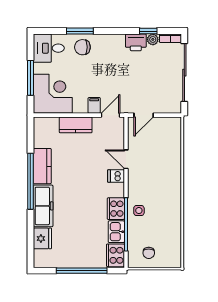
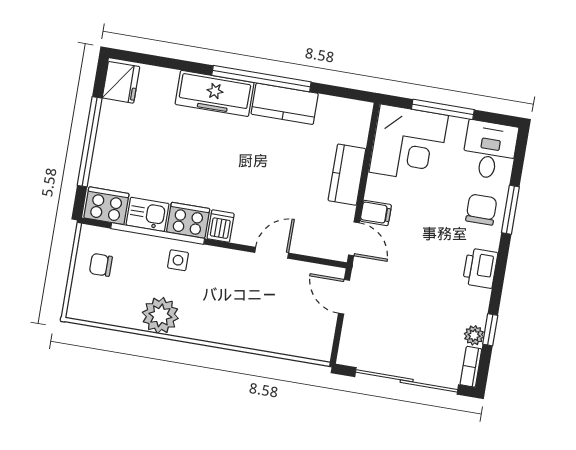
printer: (136, 42) -> (480, 268), moved
dishwasher: (116, 176) -> (221, 226), moved
plant: (171, 215) -> (160, 315), added
fridge: (42, 238) -> (121, 82), moved, turned -90

